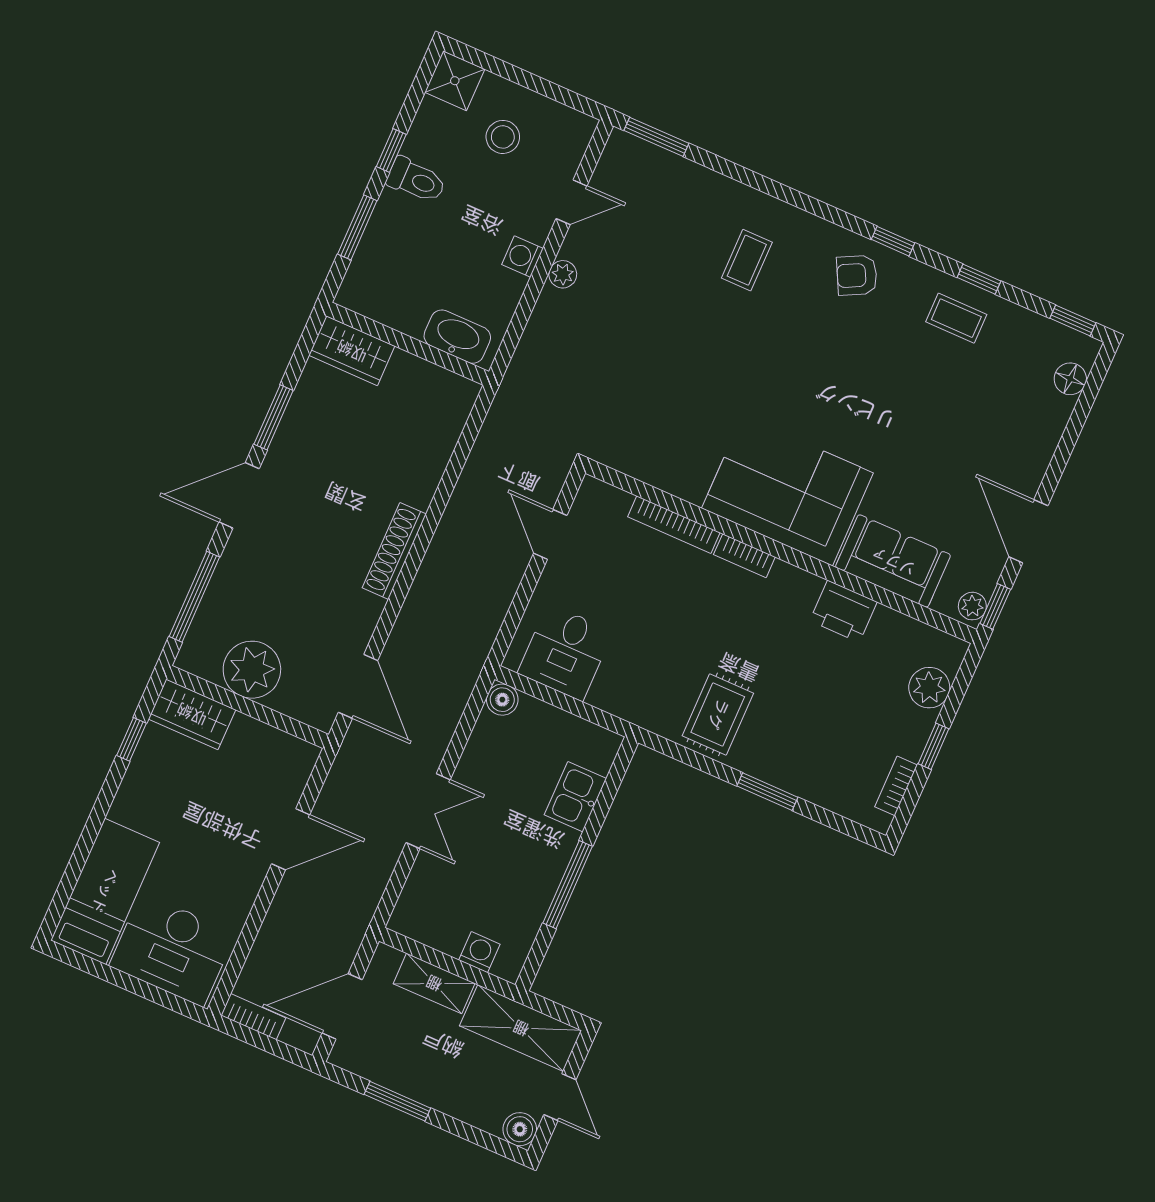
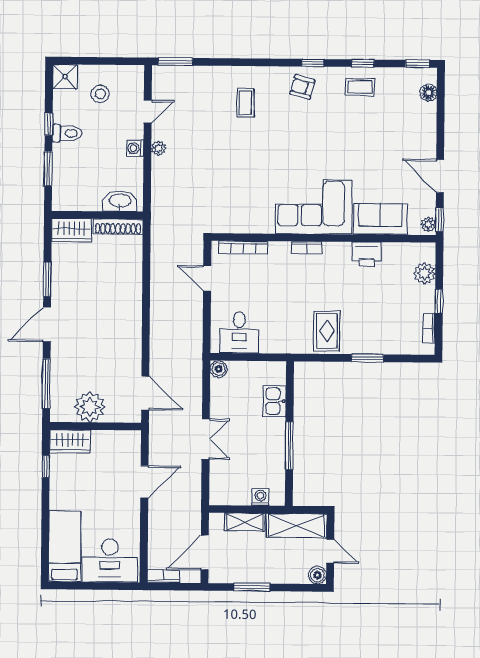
armchair: (857, 275) -> (302, 87), turned 42
bookcase: (674, 525) -> (243, 247), moved
shoe rack: (394, 551) -> (118, 227), moved, turned -90

